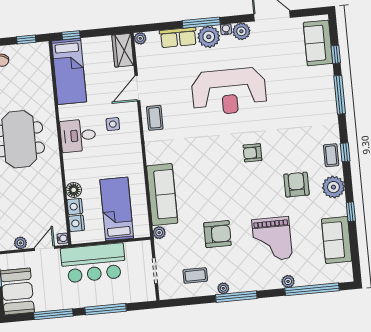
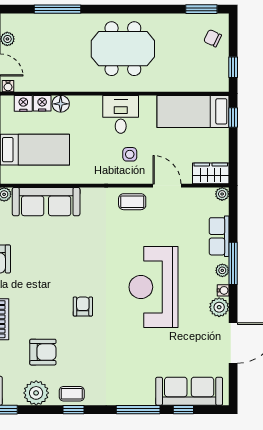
plant: (209, 37) -> (222, 270), width x0.53, depth x0.53
sofa: (318, 43) -> (189, 391), width x1.36

